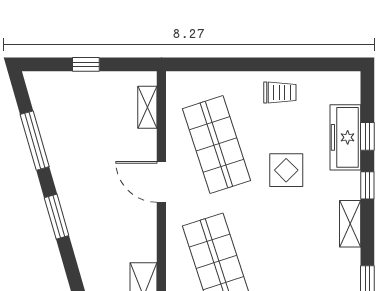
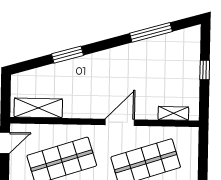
window: (57, 217) -> (67, 55), moved

